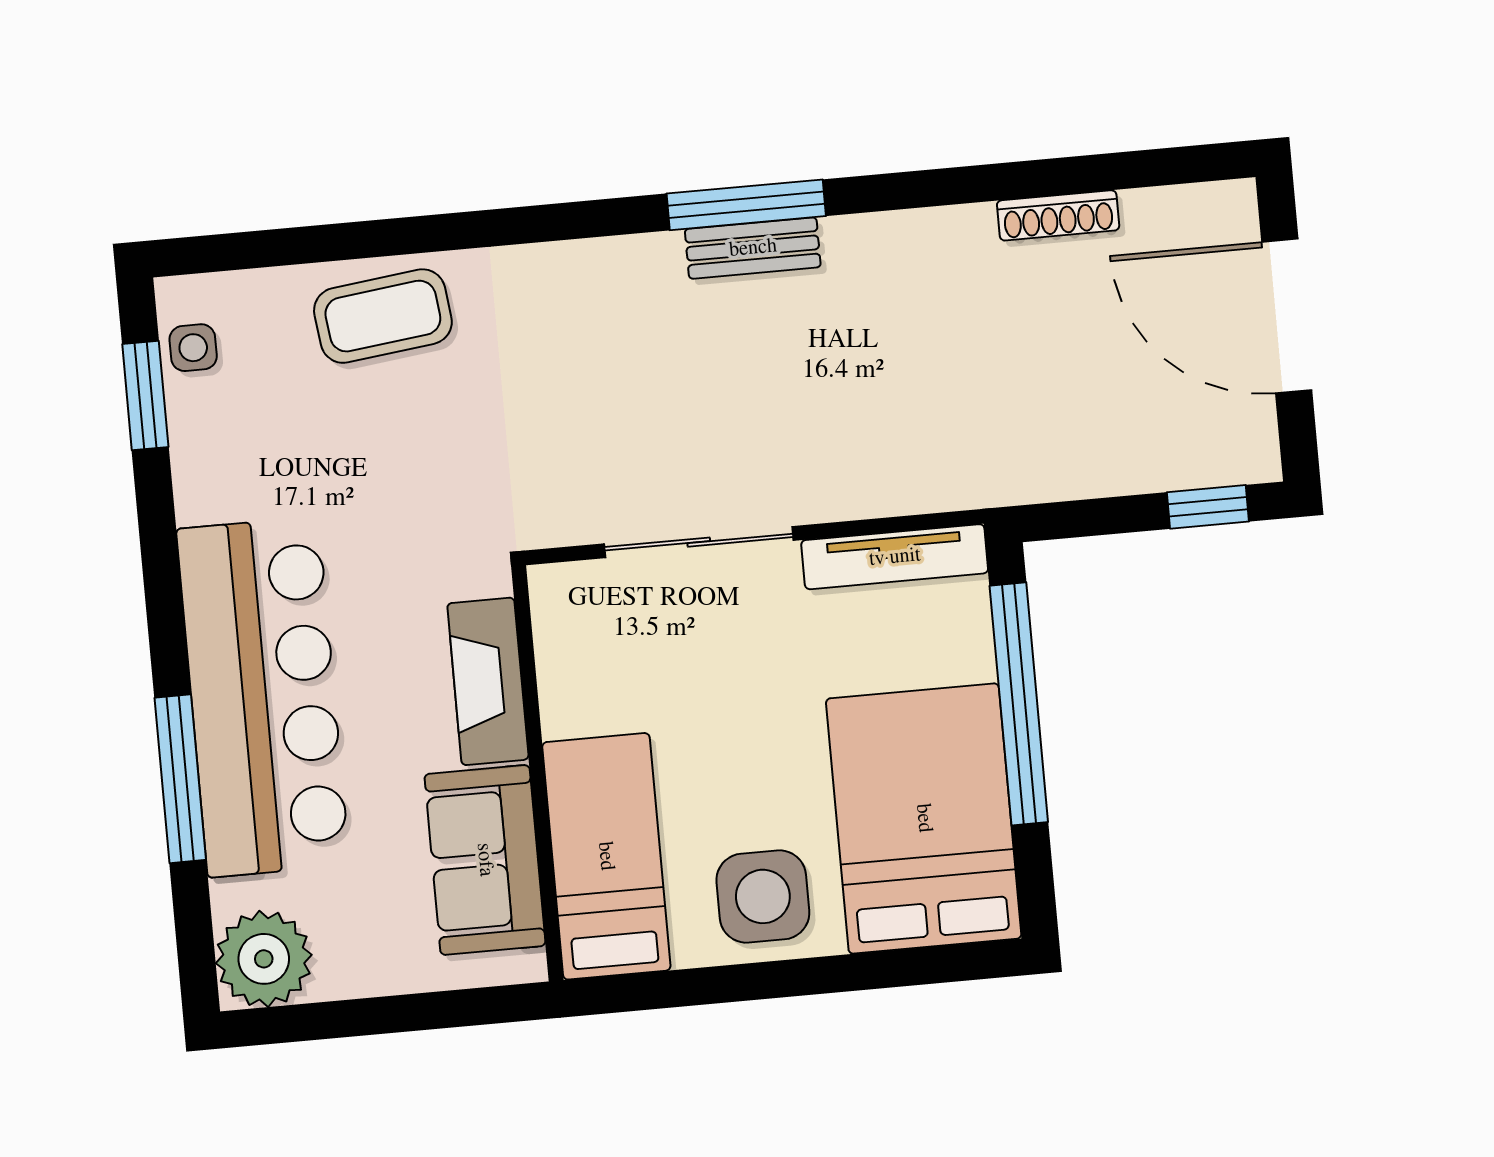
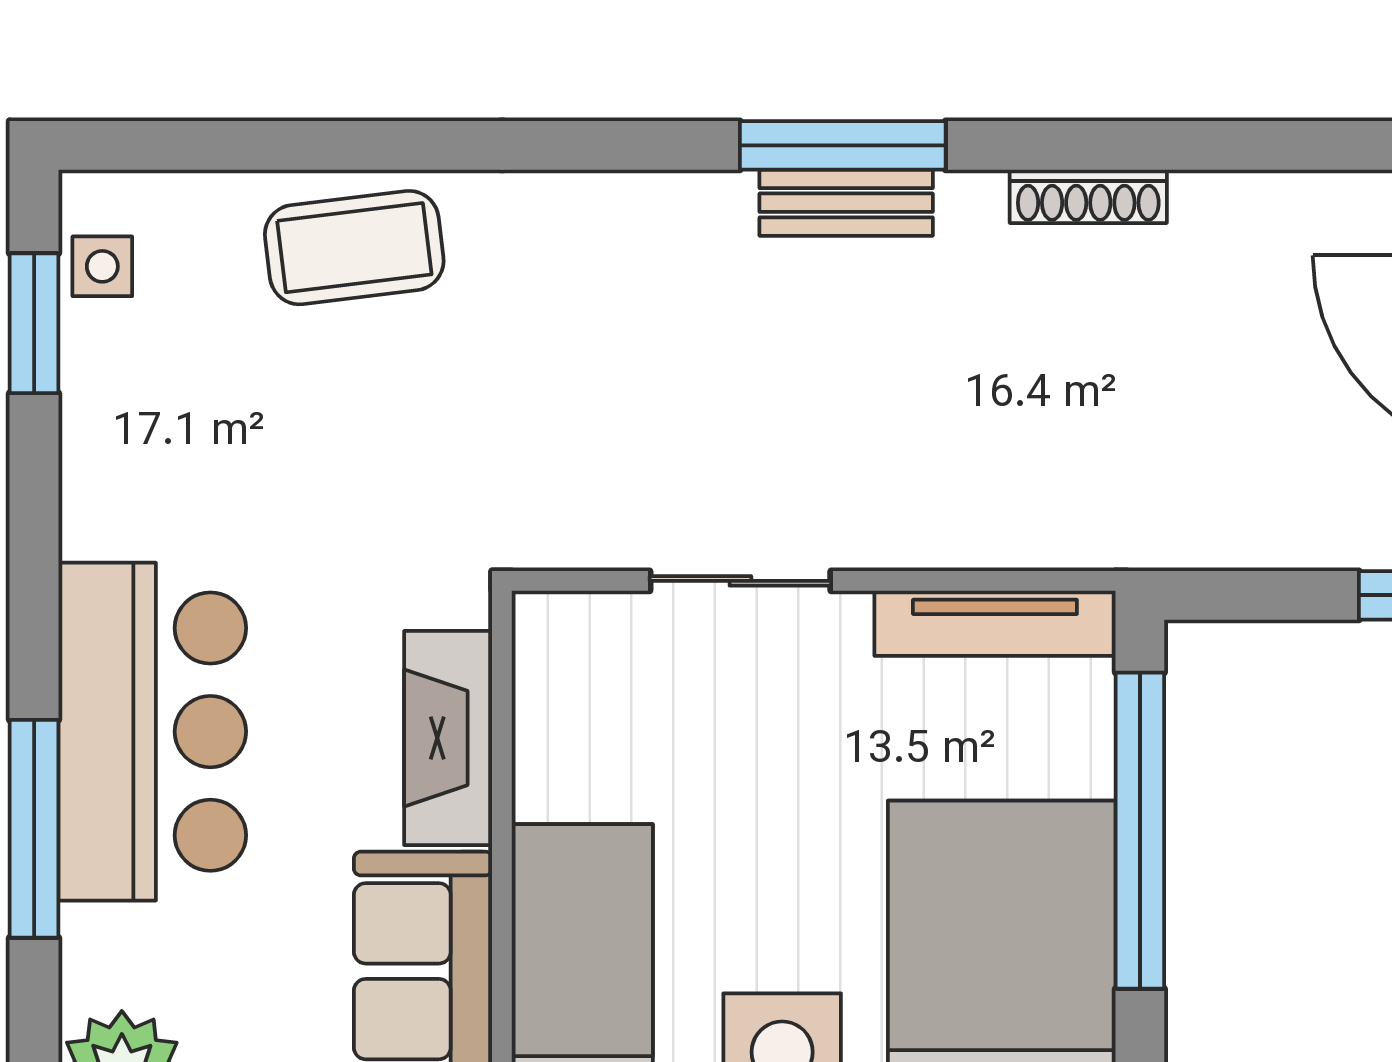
shoe rack: (1058, 215) -> (1088, 196), moved
sliding door: (699, 542) -> (740, 581), width x0.73
bar counter: (263, 697) -> (152, 732), width x0.73

